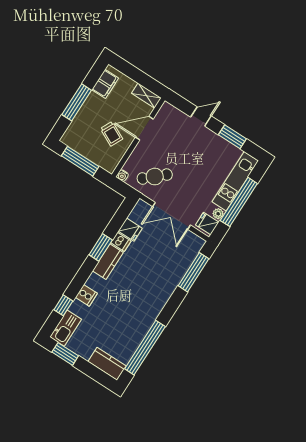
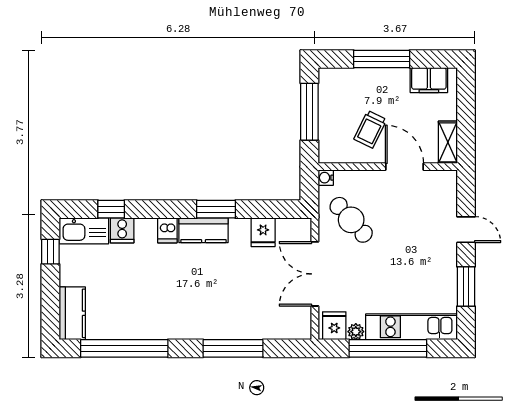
dishwasher: (121, 242) -> (167, 230), moved
window: (193, 272) -> (233, 348), moved
cooker: (86, 295) -> (122, 230), moved
window: (65, 354) -> (50, 252), width x0.67

